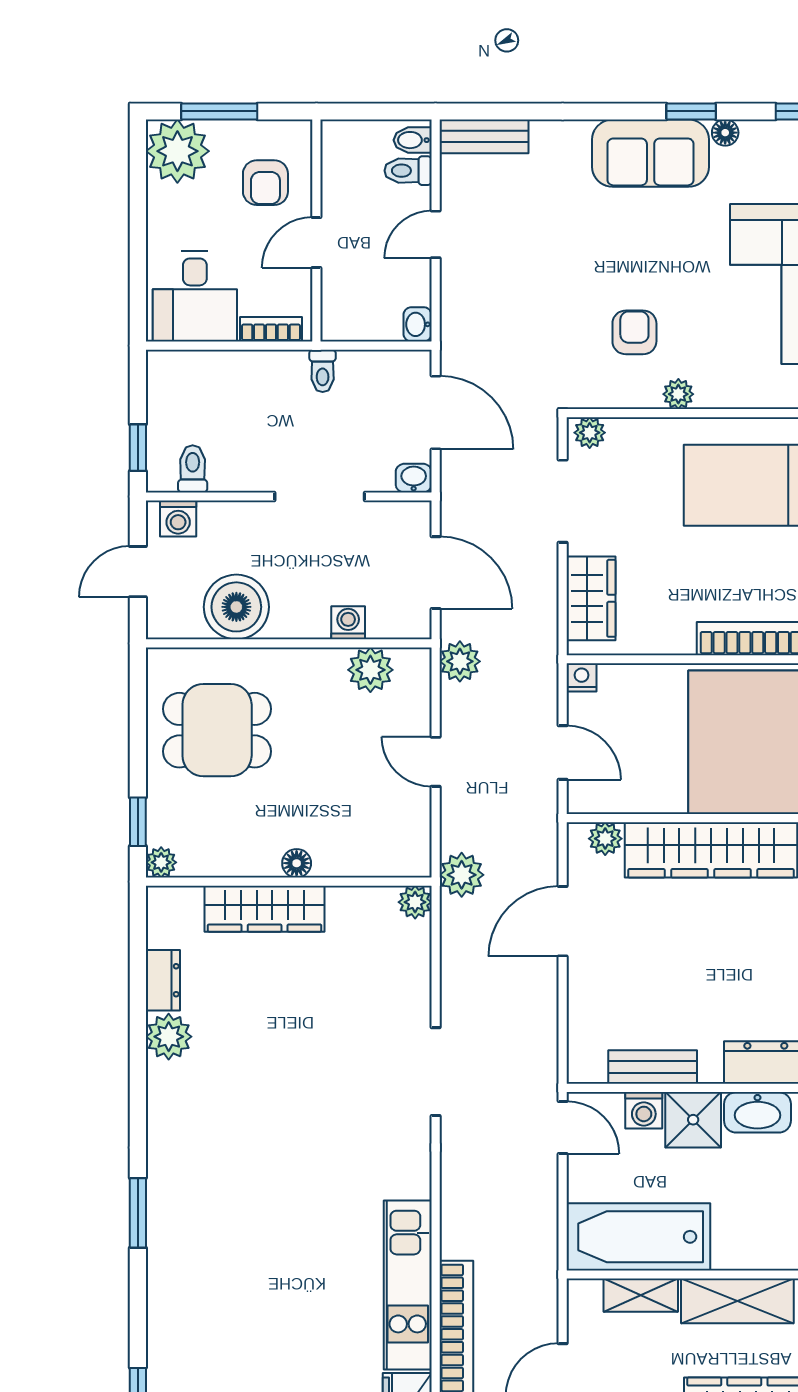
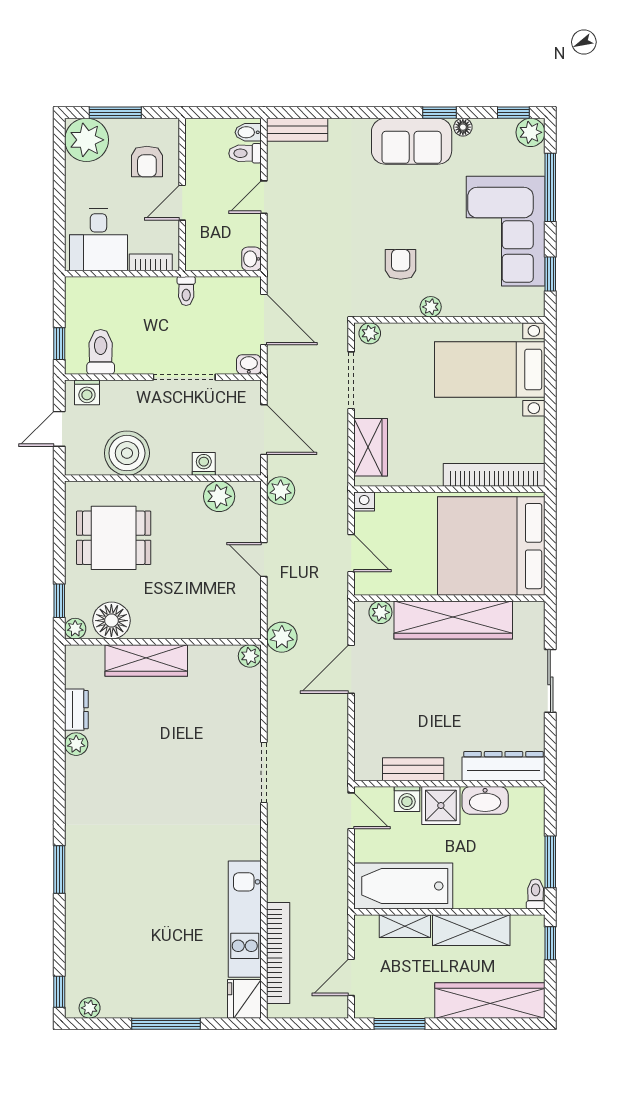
toilet: (193, 469) -> (101, 352), width x1.37, depth x1.39
floor lamp: (297, 863) -> (111, 621), moved, width x1.89, depth x1.89
plant: (169, 1037) -> (76, 744), width x0.73, depth x0.73

